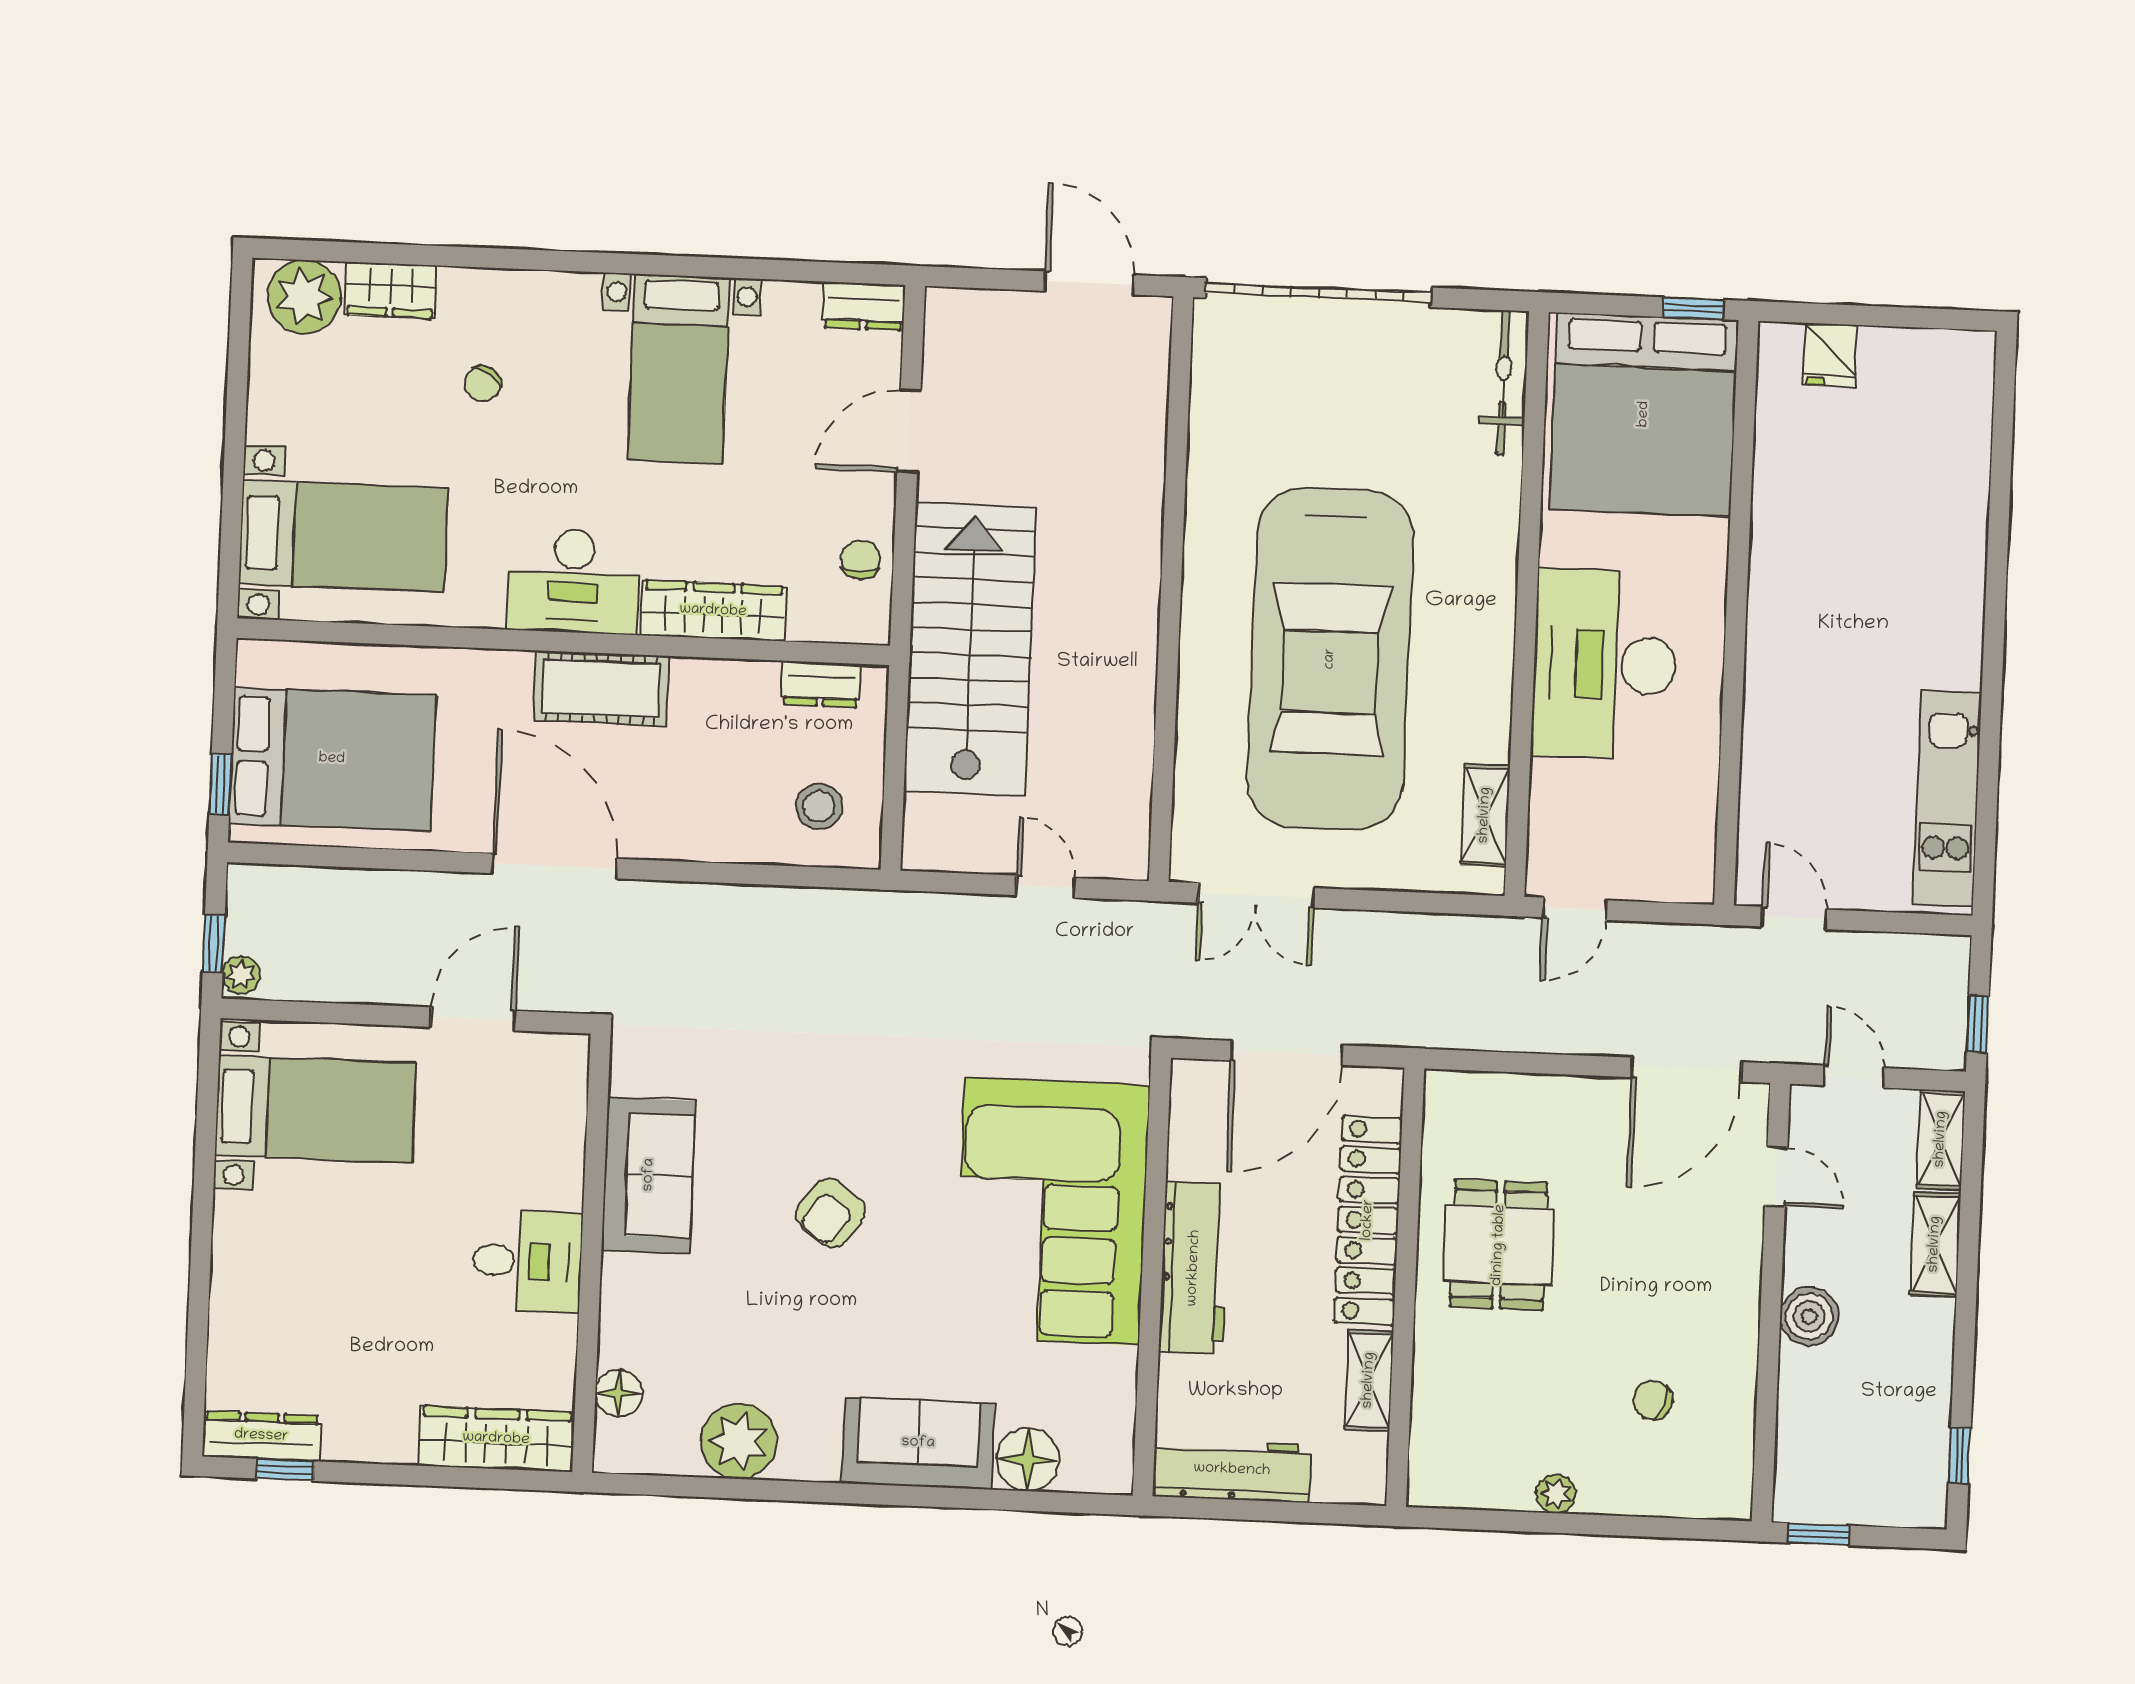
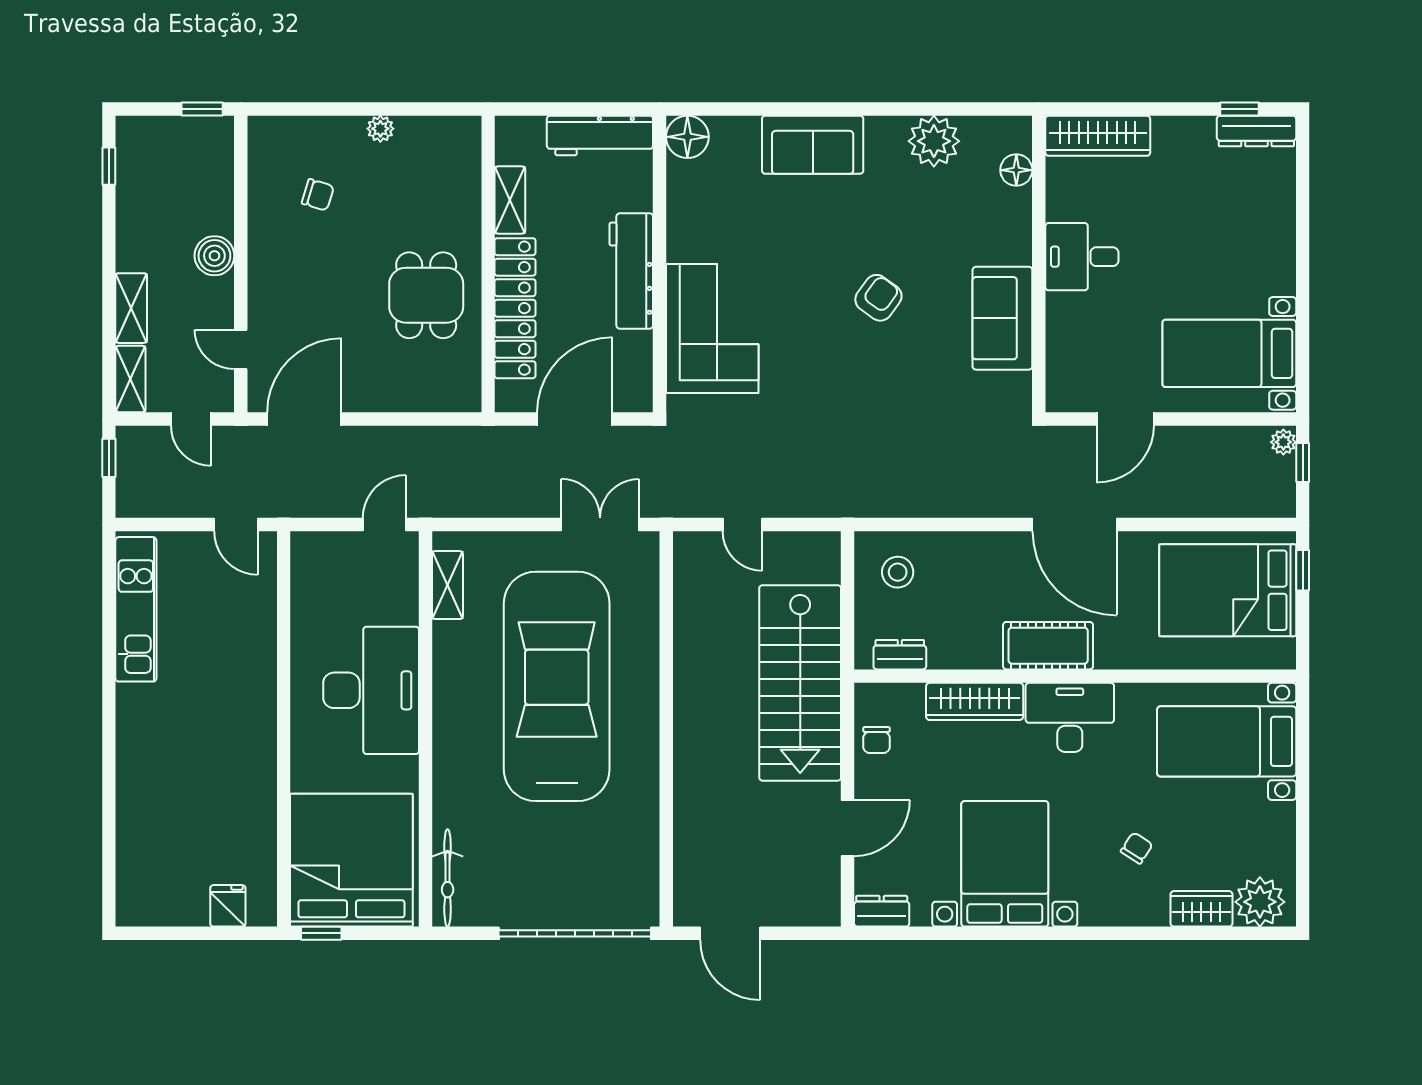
bed with nightstands: (679, 369) -> (1005, 864), width x1.36
corner sofa: (1052, 1211) -> (712, 329), width x0.73, depth x0.74
floor lamp: (1028, 1460) -> (687, 137), moved

